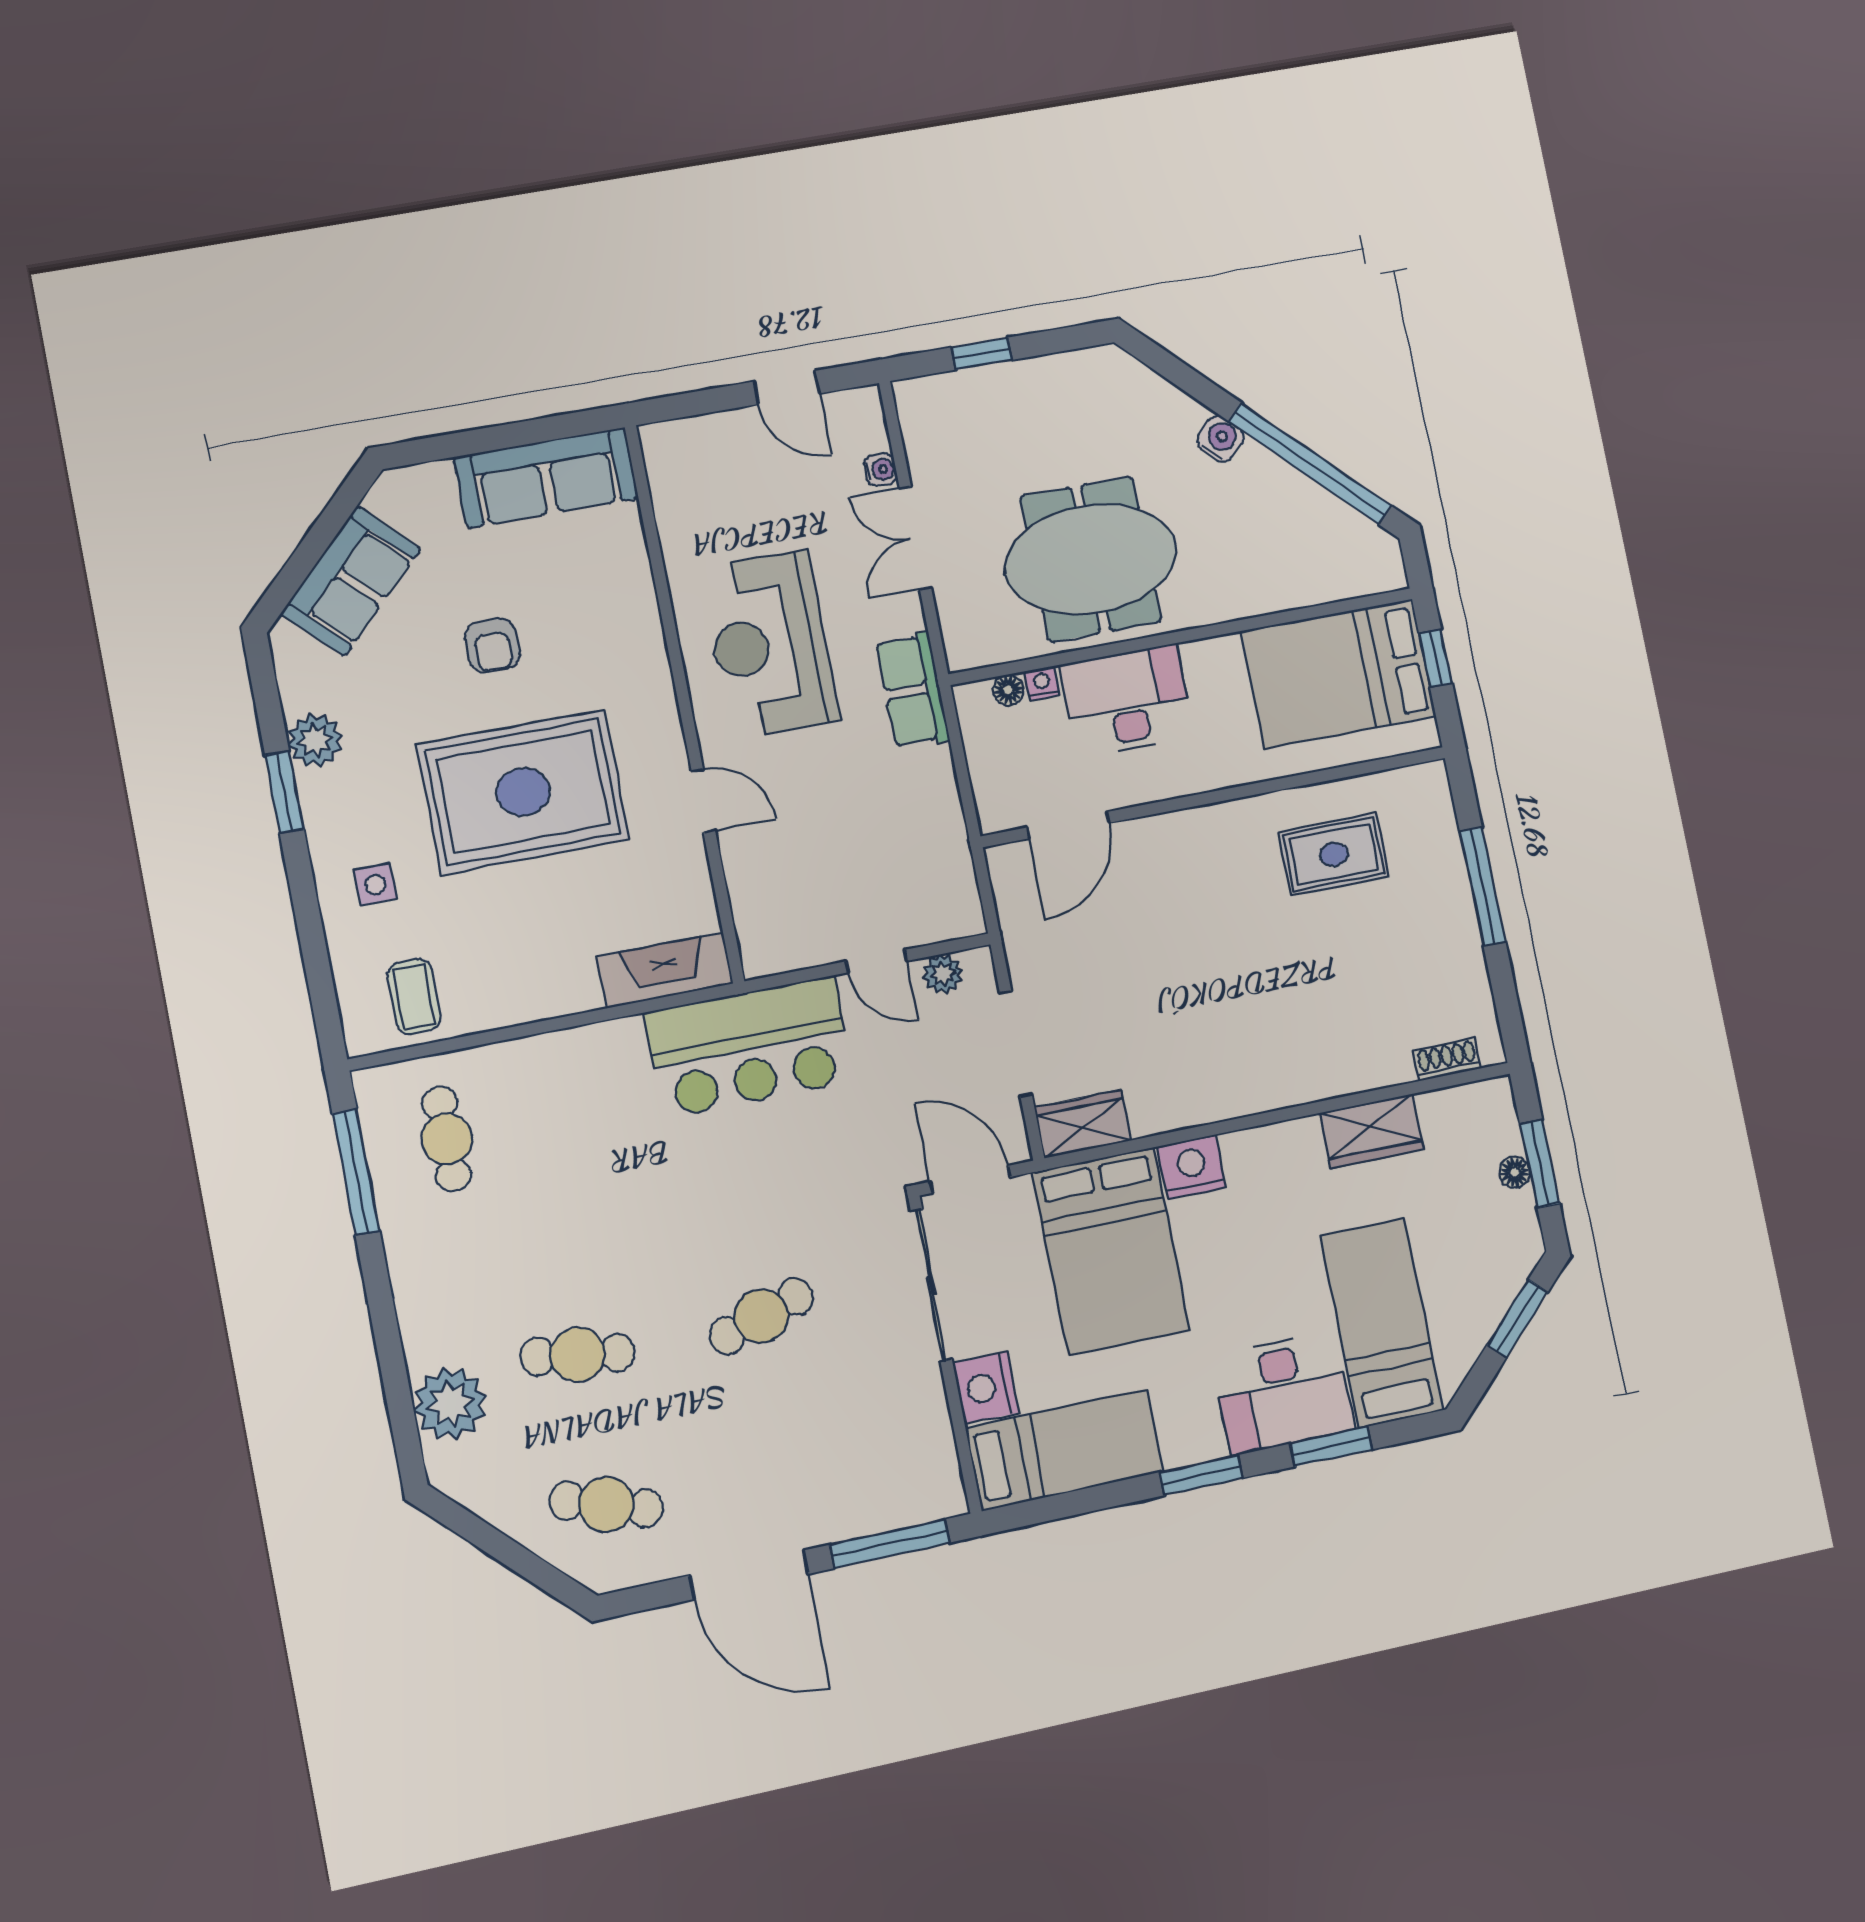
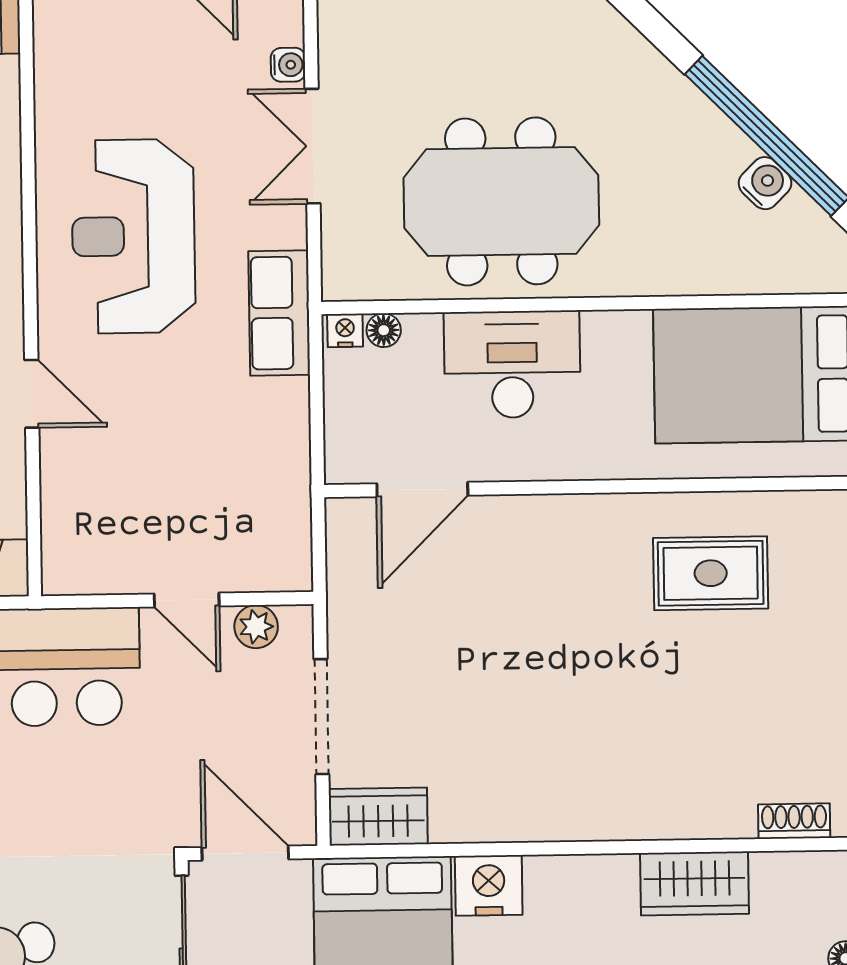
water cooler: (1220, 439) -> (765, 183), moved
nightstand: (1042, 683) -> (345, 330), moved

